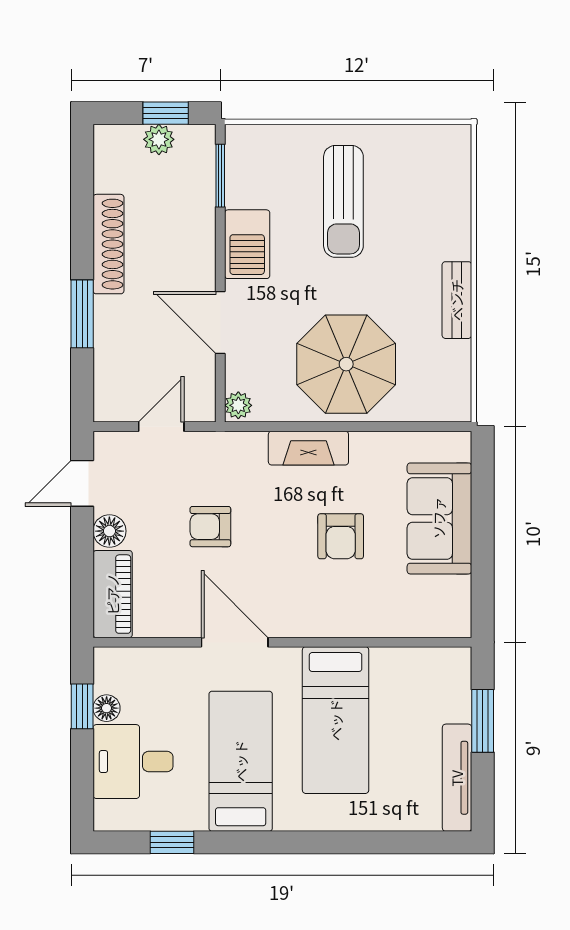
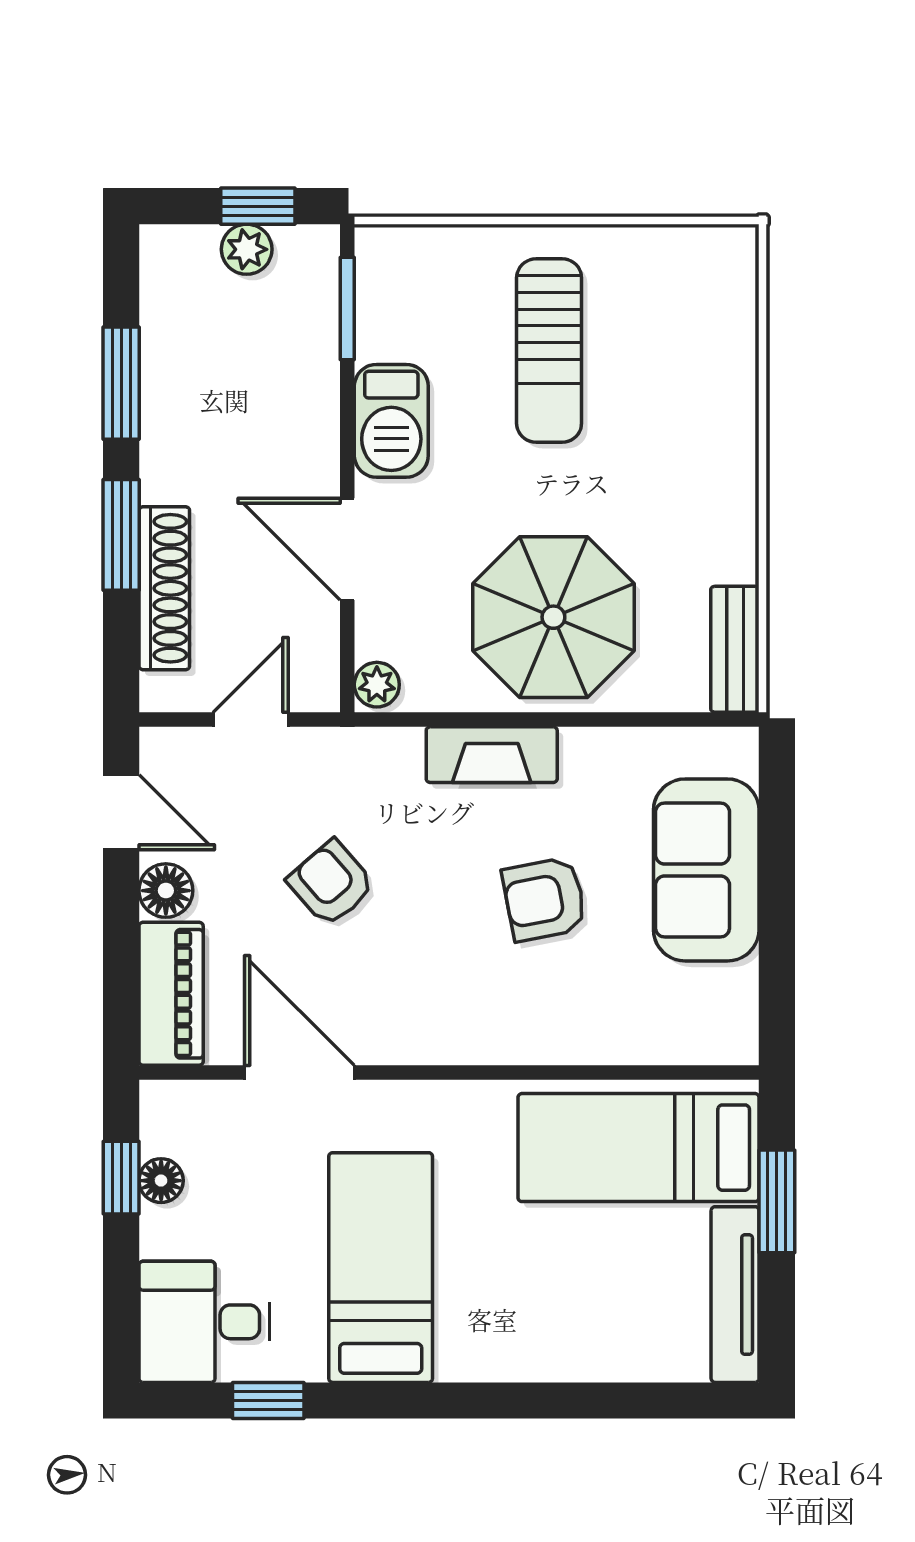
window: (82, 221) -> (121, 383), added
shoe rack: (108, 244) -> (164, 588), moved
bench: (457, 300) -> (735, 649), moved
door: (82, 483) -> (121, 812), swing flipped
armchair: (210, 527) -> (331, 883), turned 49
armchair: (341, 536) -> (544, 899), turned 79
door: (235, 642) -> (299, 1073), moved
bed: (336, 720) -> (639, 1148), moved, turned 90
desk: (133, 762) -> (204, 1322), moved

